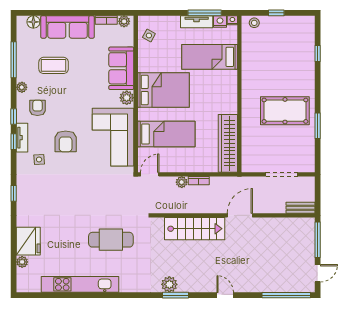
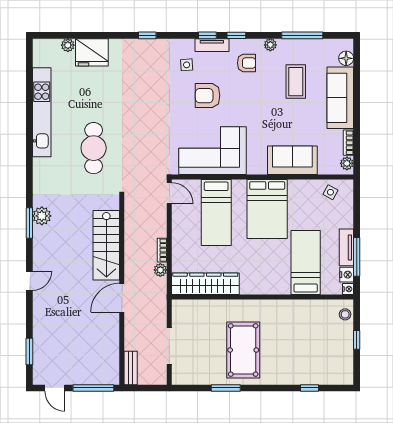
plant: (127, 98) -> (258, 166), removed
plant: (182, 182) -> (160, 270), moved
door: (240, 215) -> (122, 298), swing flipped
window: (286, 295) -> (29, 351), width x0.47

